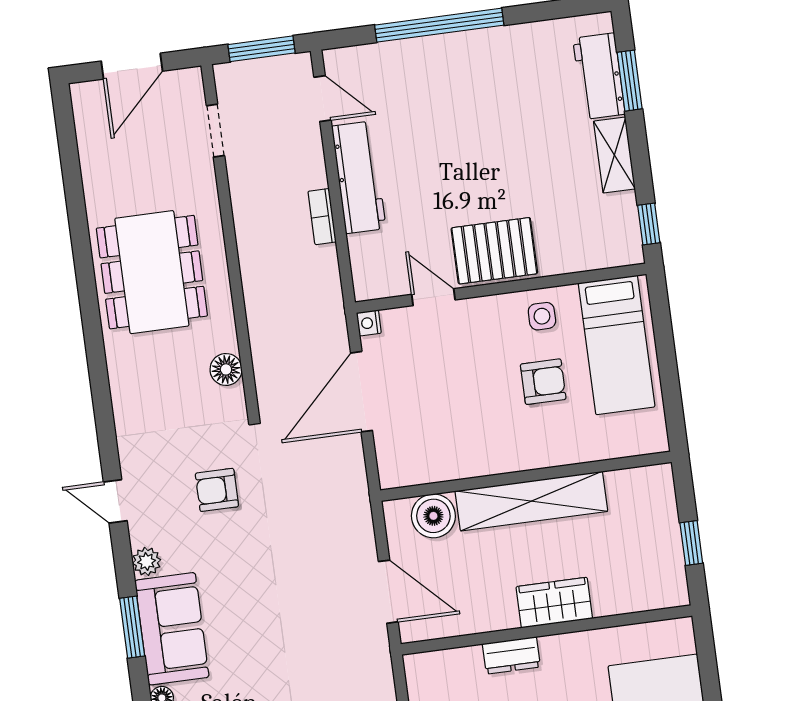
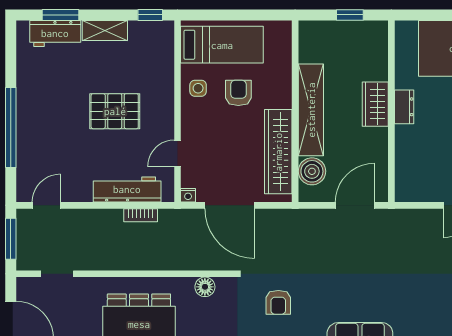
workbench: (359, 177) -> (127, 189), moved
bookcase: (322, 217) -> (141, 215), moved
pallet: (494, 251) -> (115, 111), moved, turned 90
wardrobe: (458, 458) -> (278, 152), added
dresser: (511, 655) -> (404, 107), moved

